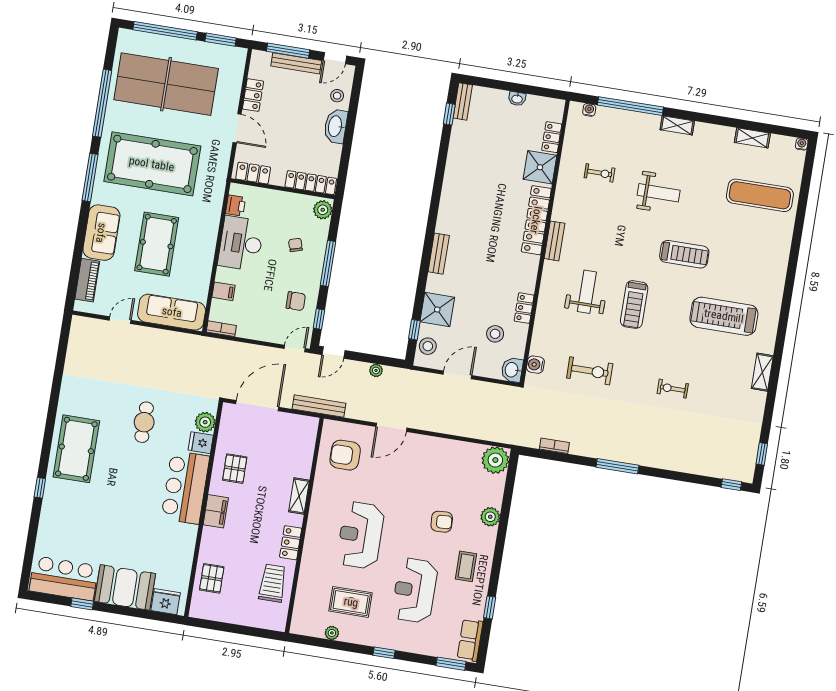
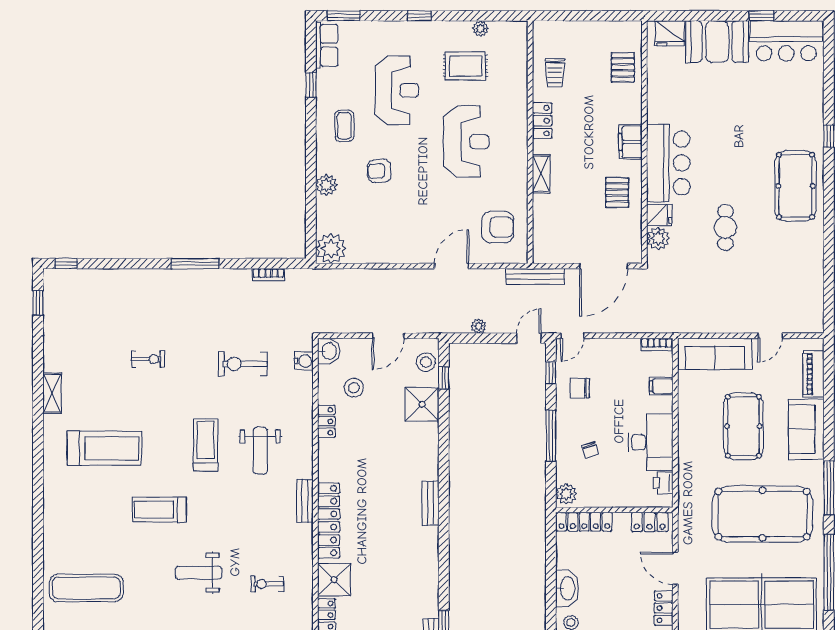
bench: (439, 254) -> (430, 503), moved
trolley: (273, 583) -> (555, 73), width x0.73, depth x0.72

